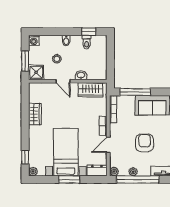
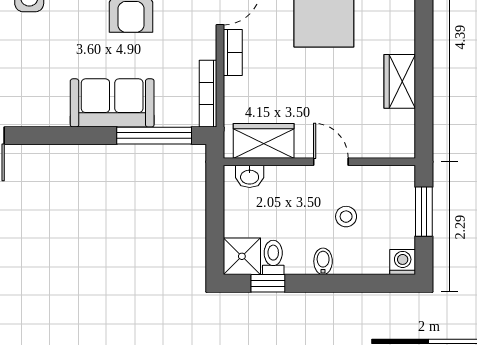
shower: (36, 72) -> (242, 256), moved
washbasin: (81, 75) -> (250, 176), moved

